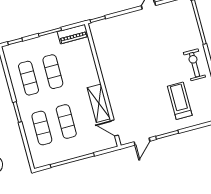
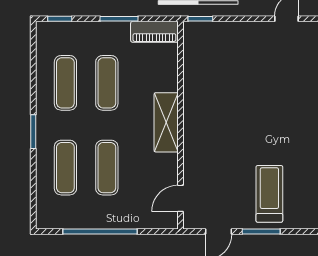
treadmill: (180, 101) -> (269, 194), moved
shelving: (99, 103) -> (166, 122), moved
door: (114, 128) -> (180, 198), hinge flipped

